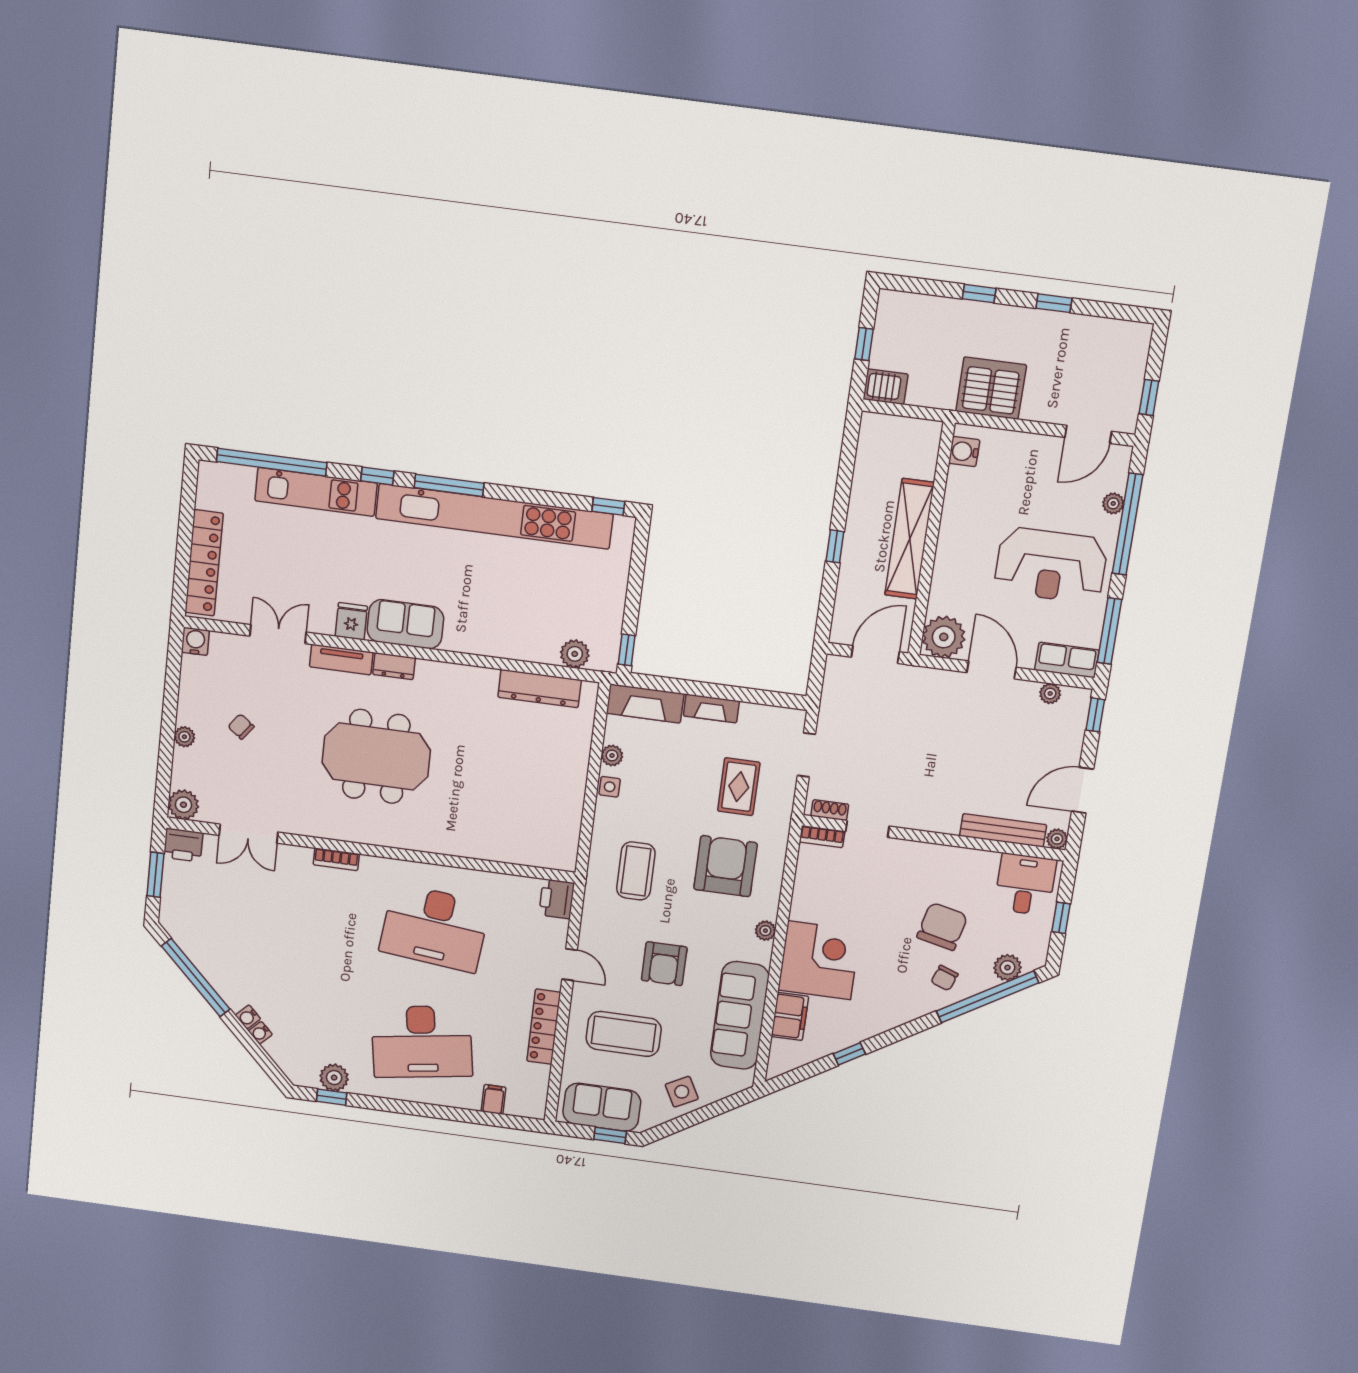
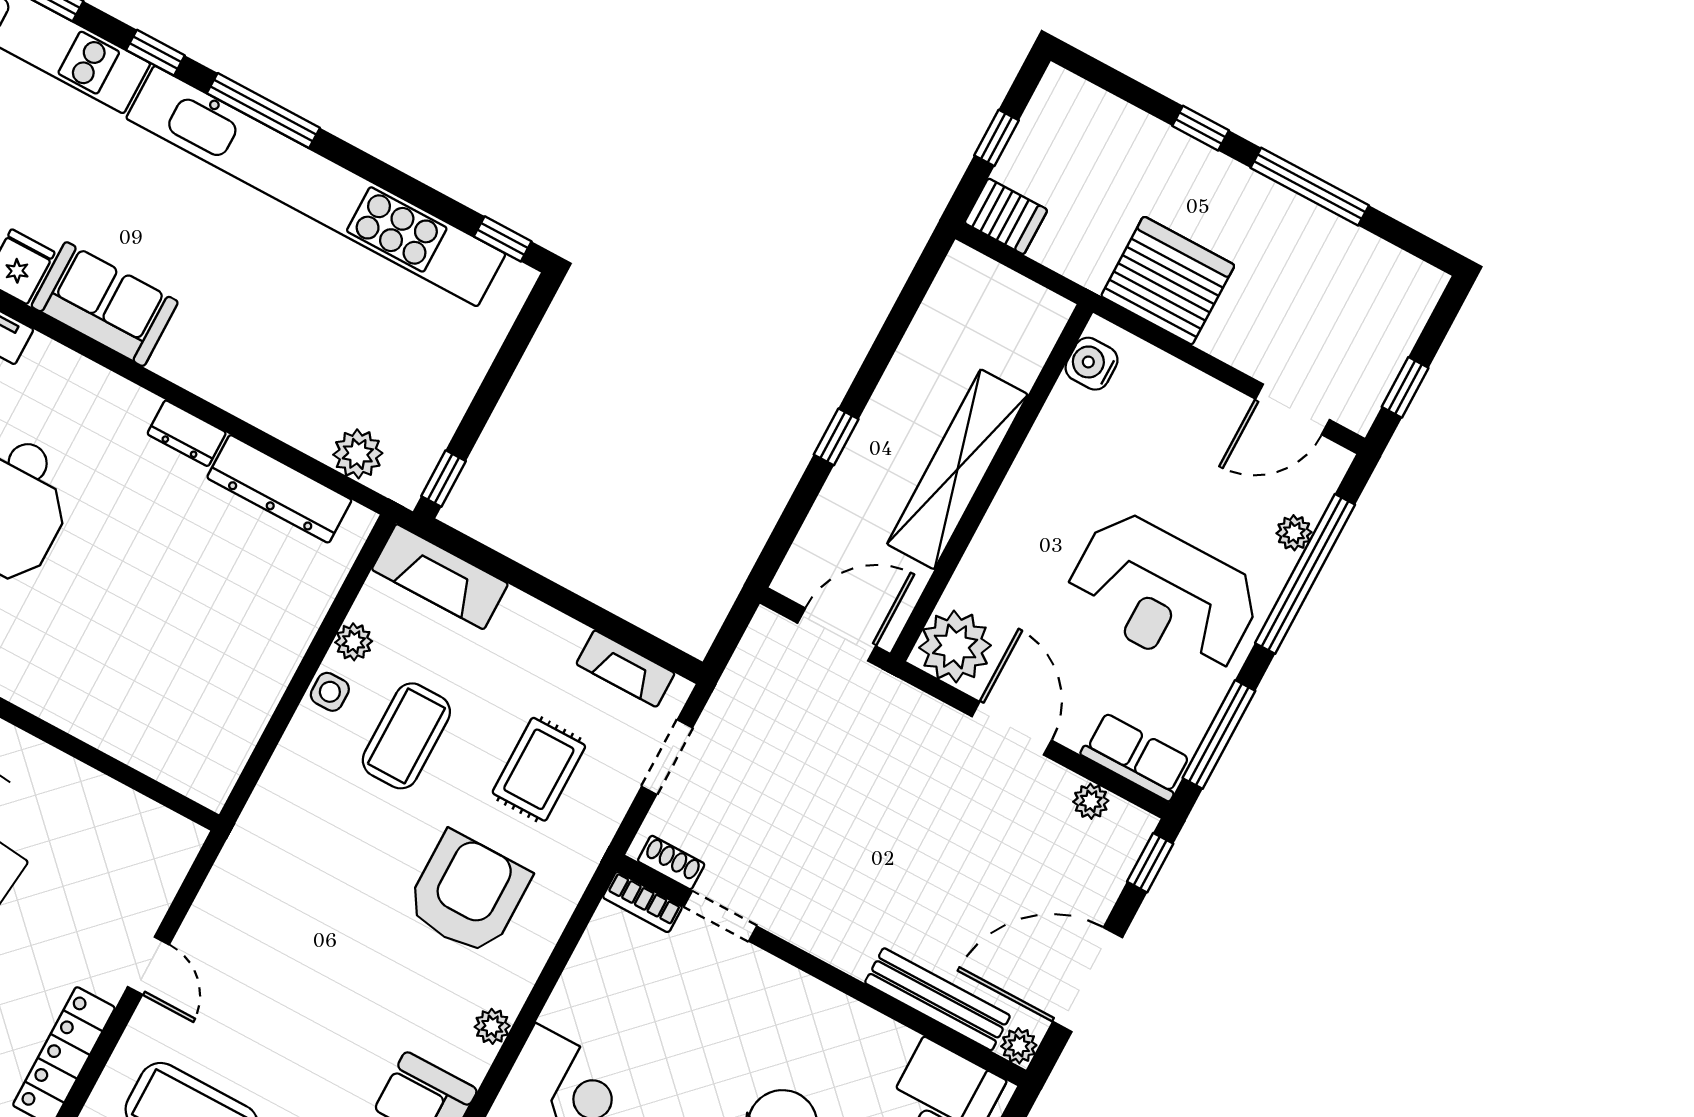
window: (1054, 303) -> (1310, 187), width x2.17
dresser: (394, 666) -> (187, 433), moved
fireplace: (711, 708) -> (625, 669), moved
door: (1083, 790) -> (1088, 980), width x1.36
coffee table: (636, 871) -> (406, 736), moved
printer: (557, 899) -> (171, 847), removed
armchair: (664, 964) -> (305, 1022), removed

